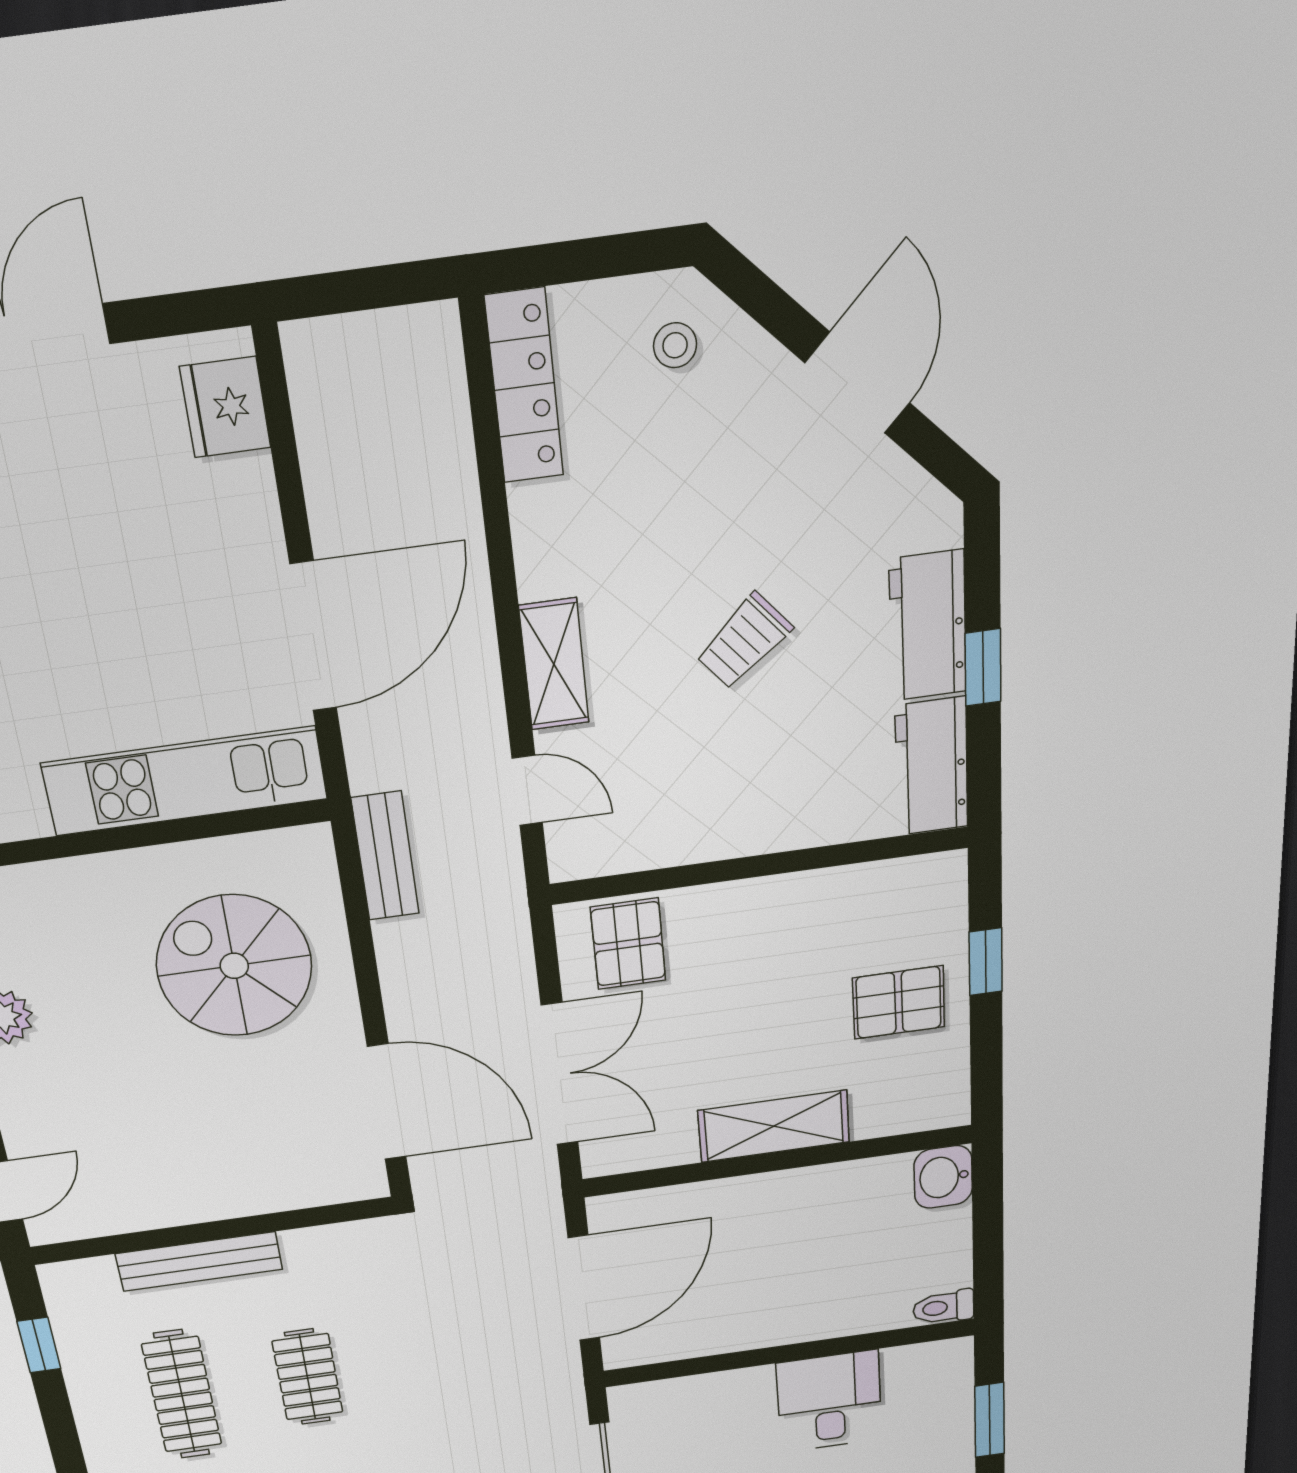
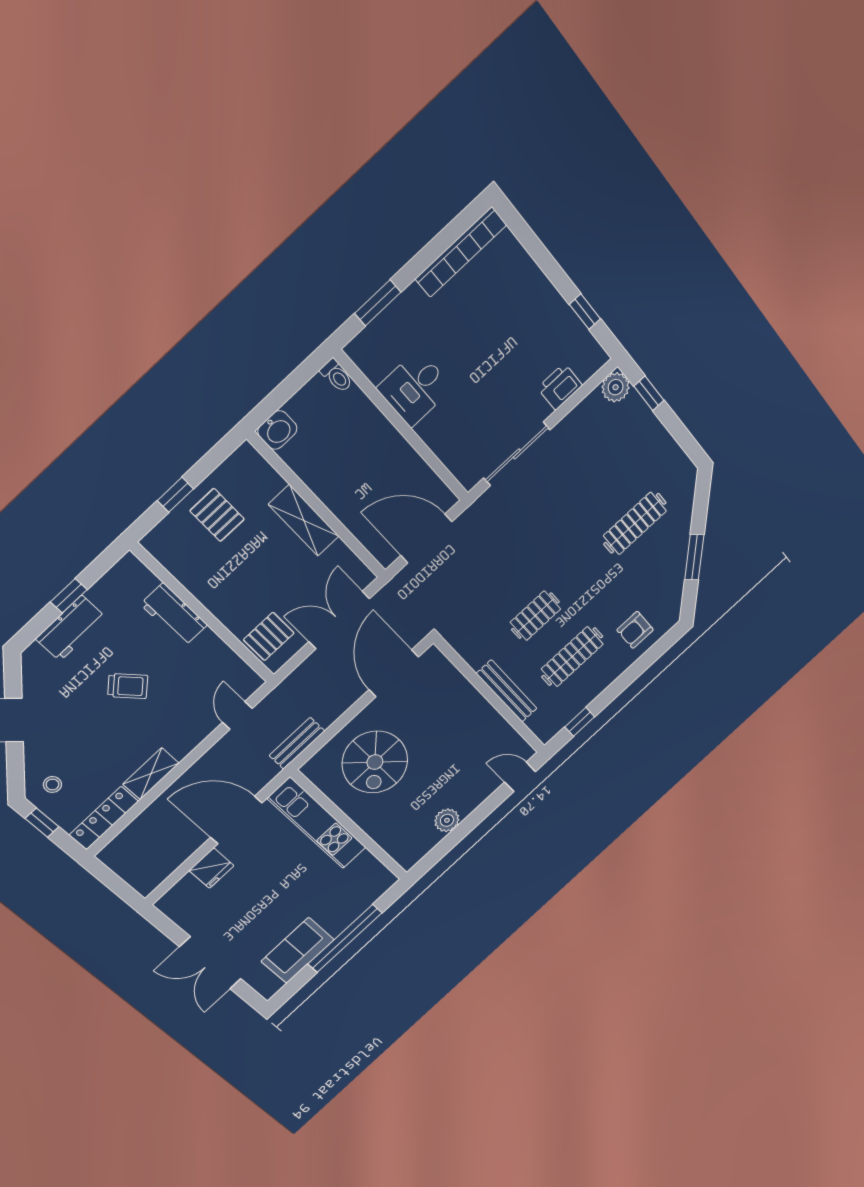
window: (615, 256) -> (42, 823), added
fridge: (225, 407) -> (212, 868), moved
shelving: (554, 664) -> (151, 774), moved
workbench: (932, 766) -> (174, 615), moved, turned 90

